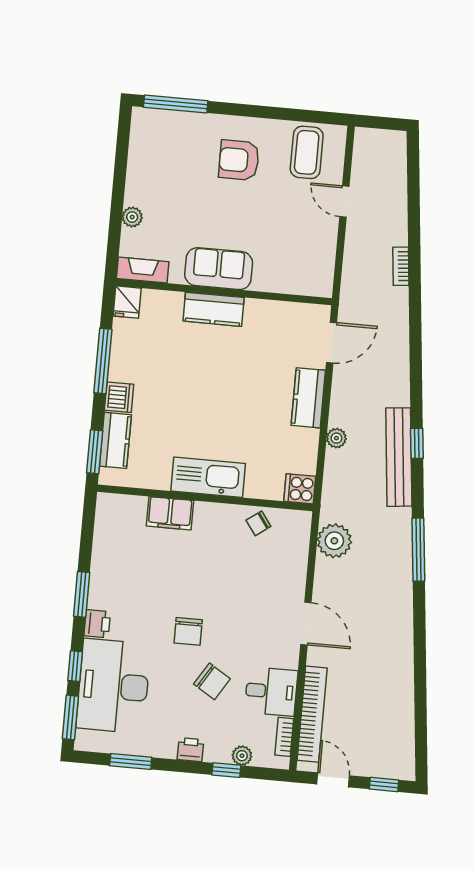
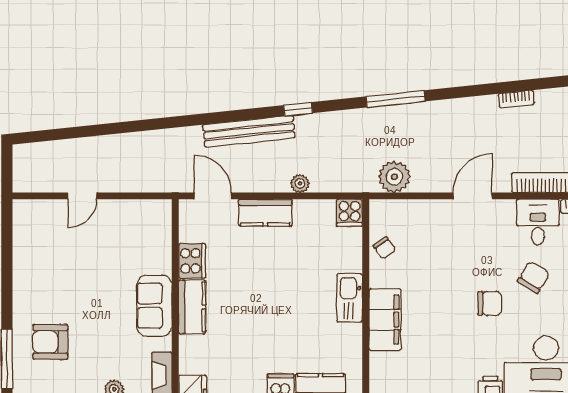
coffee table: (307, 152) -> (40, 235), removed
armchair: (239, 160) -> (50, 342), moved, turned 90
bookcase: (401, 266) -> (516, 99), moved
cooker: (263, 314) -> (192, 261), added
bench: (399, 457) -> (249, 131), moved
kitchen sink: (208, 477) -> (350, 298), width x0.73, depth x0.81
filing cabinet: (170, 513) -> (385, 320), width x1.50, depth x1.17

